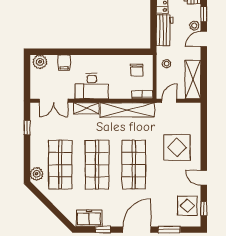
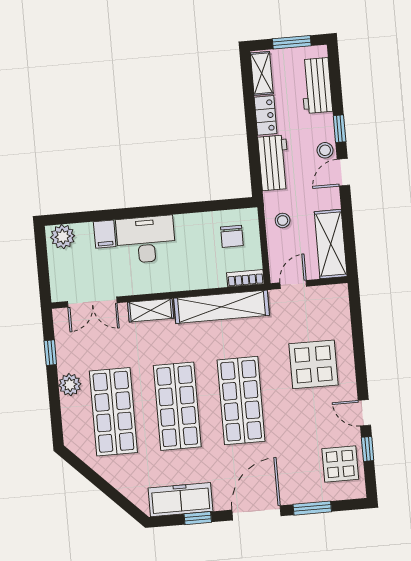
desk: (92, 86) -> (146, 240), moved, turned 180
plant: (37, 174) -> (70, 385), moved
window: (204, 209) -> (368, 449), moved
freezer: (89, 218) -> (181, 500), width x1.40

